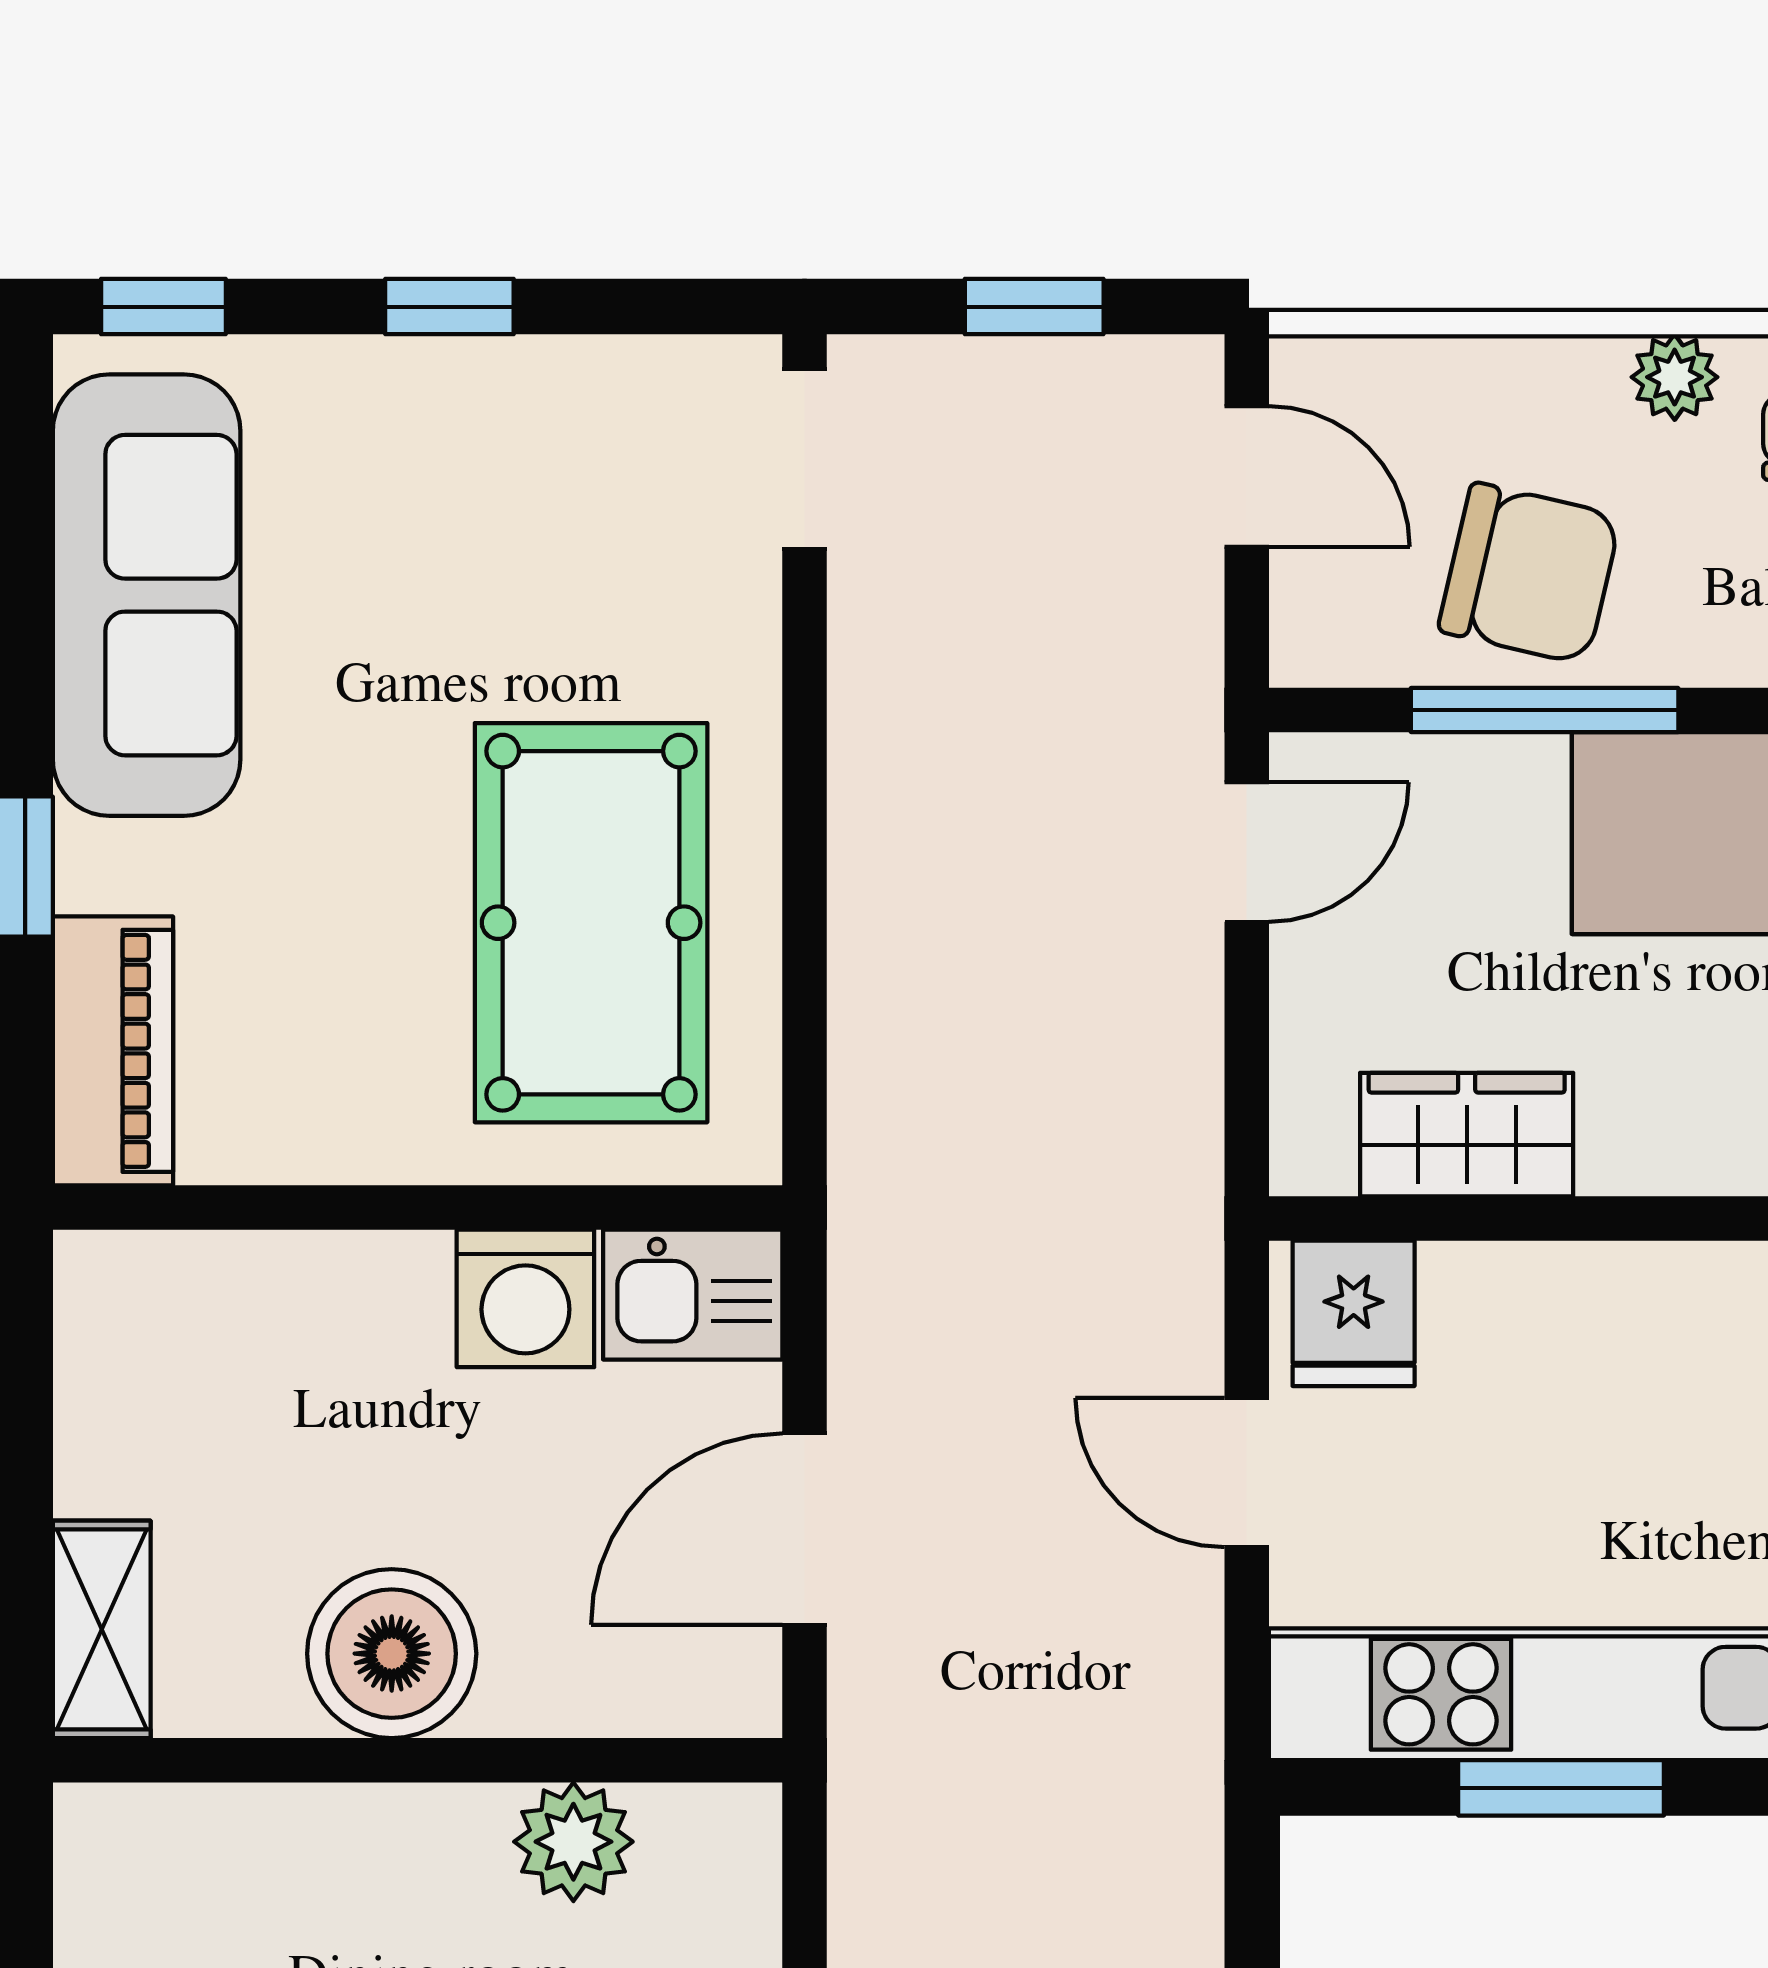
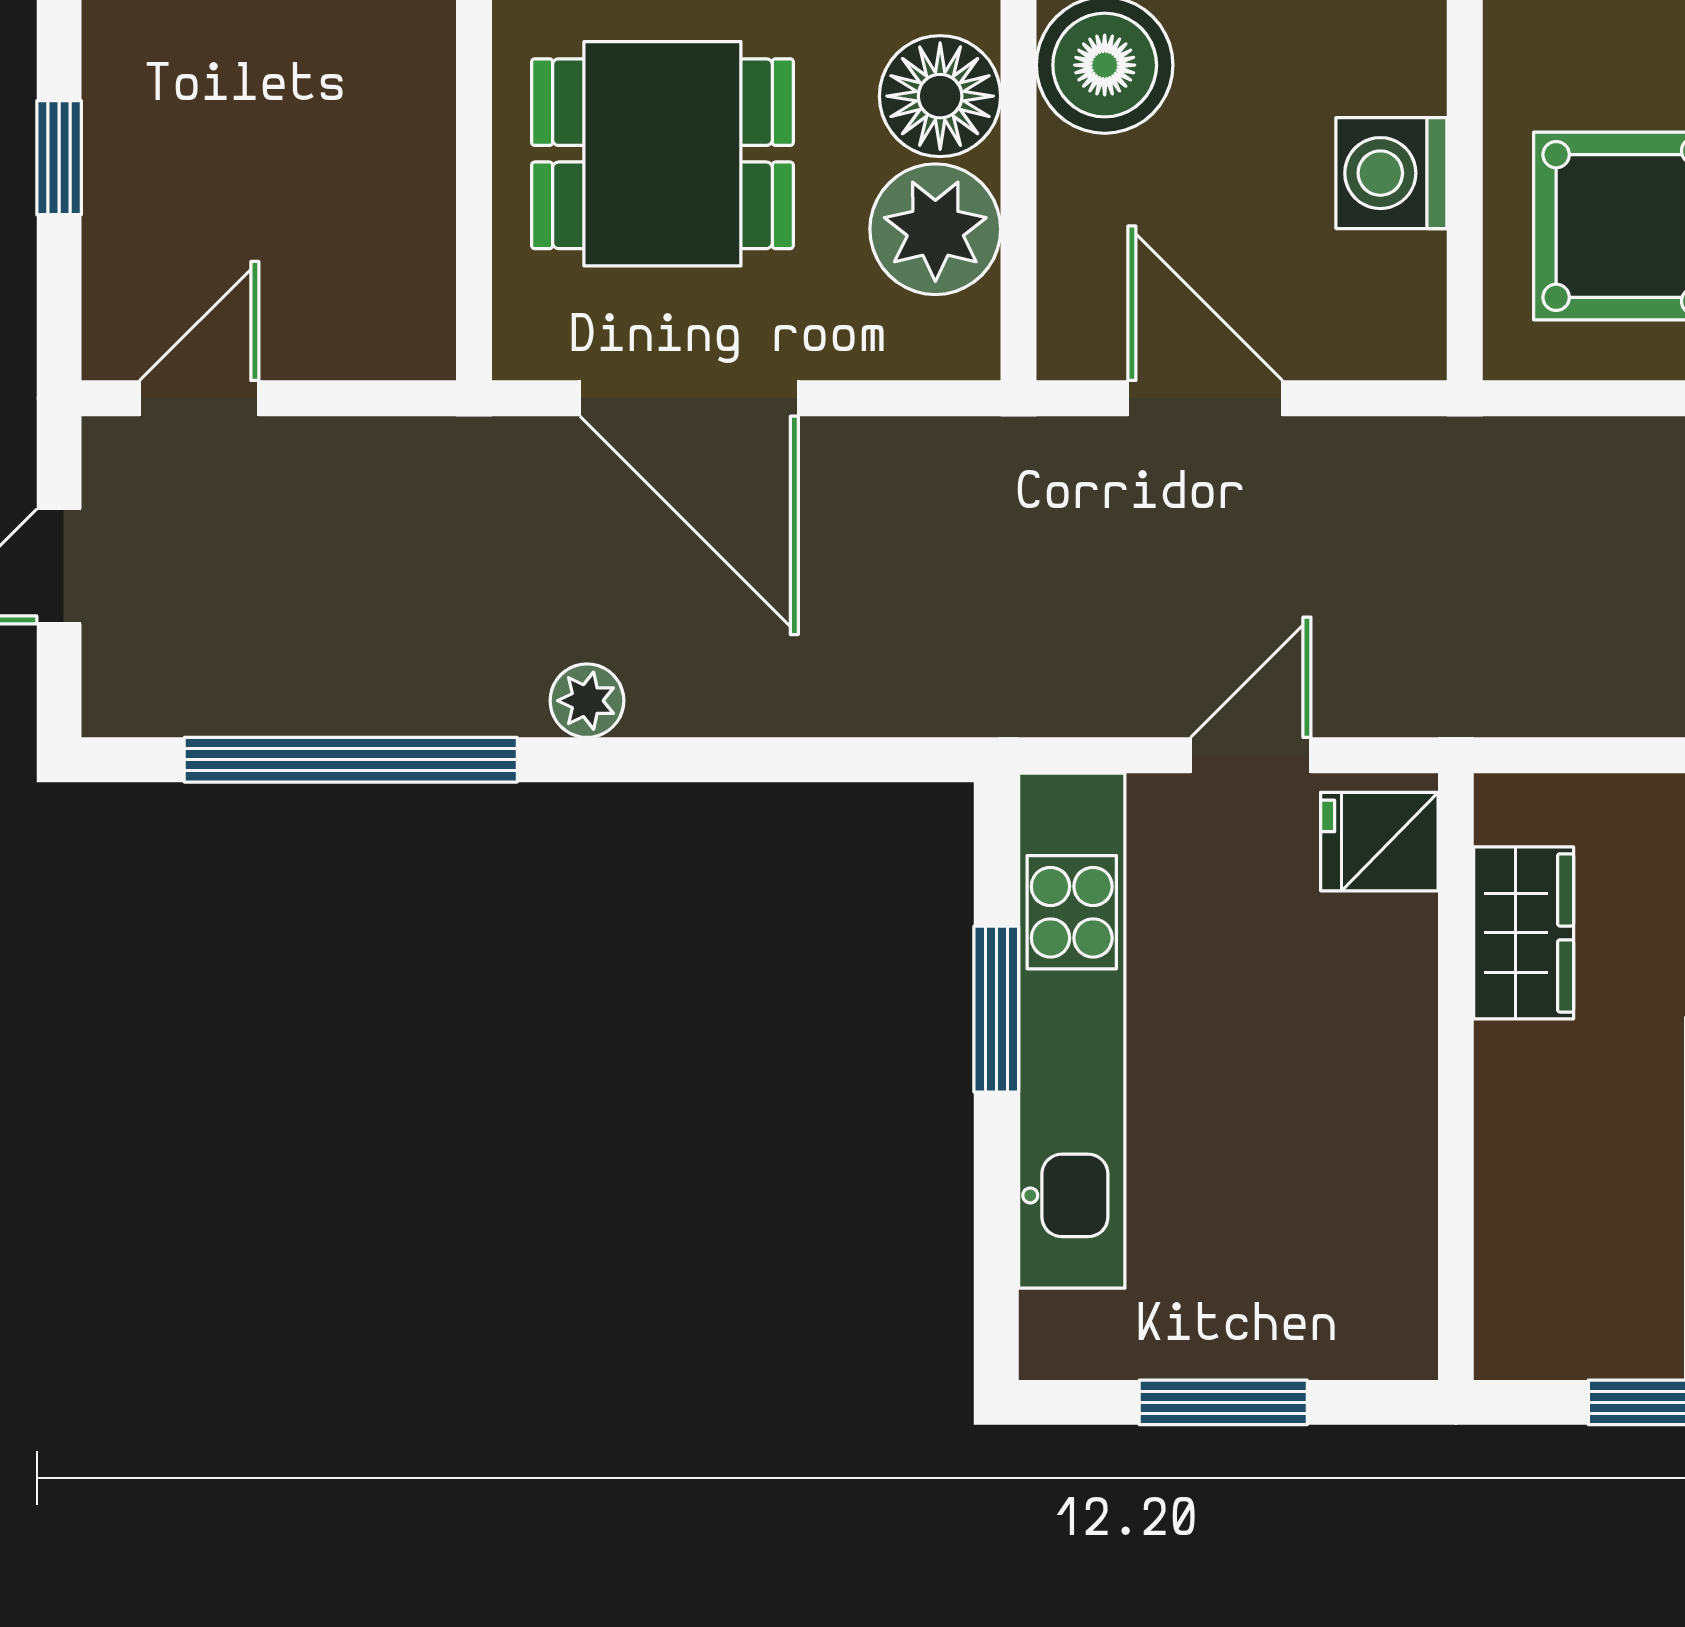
kitchen sink: (693, 1295) -> (1394, 308), removed
plant: (573, 1842) -> (935, 229), width x1.36, depth x1.36
floor lamp: (430, 1857) -> (940, 96), added

